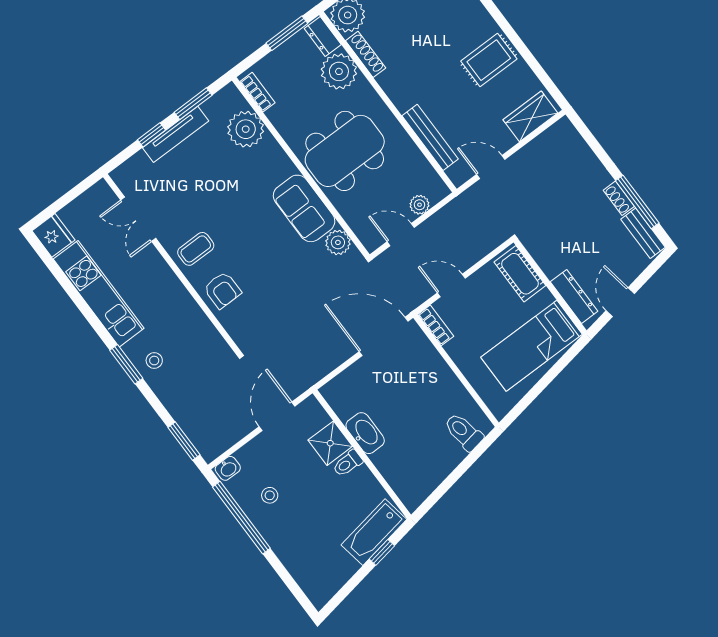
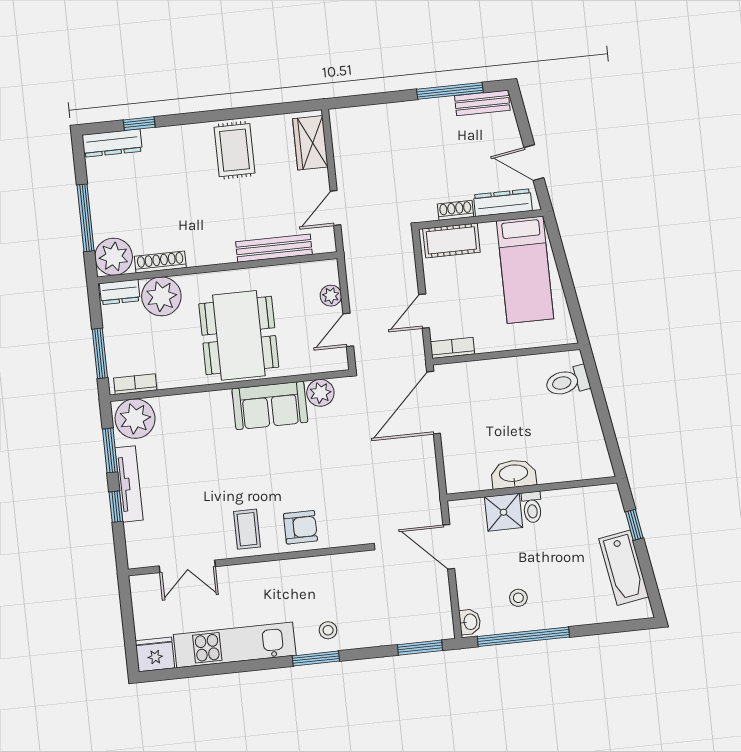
window: (287, 33) -> (100, 353), moved
plant: (246, 129) -> (135, 419), moved
shoe rack: (619, 198) -> (455, 210), moved, turned 180
bathtub: (374, 532) -> (624, 568), moved

